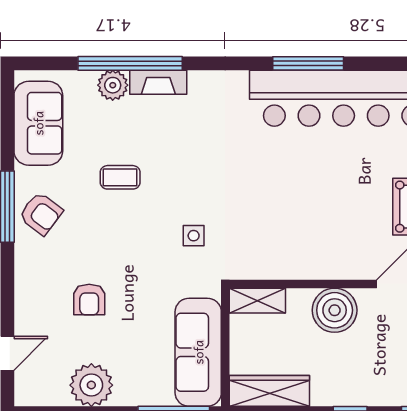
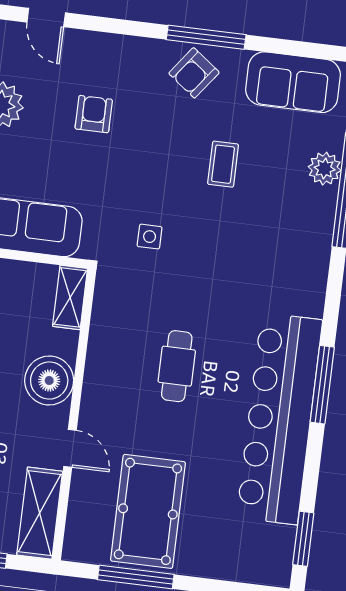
fireplace: (158, 82) -> (322, 219), removed
cafe table: (307, 197) -> (177, 366), added
armchair: (89, 300) -> (94, 114), turned 90

